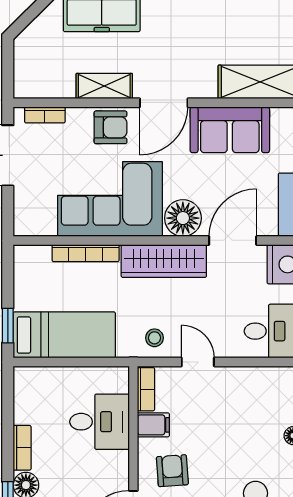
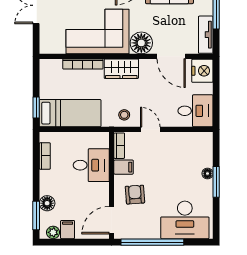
door: (233, 240) -> (171, 56), swing flipped
wardrobe: (164, 261) -> (121, 69), width x0.67
bookcase: (22, 448) -> (45, 156), moved

